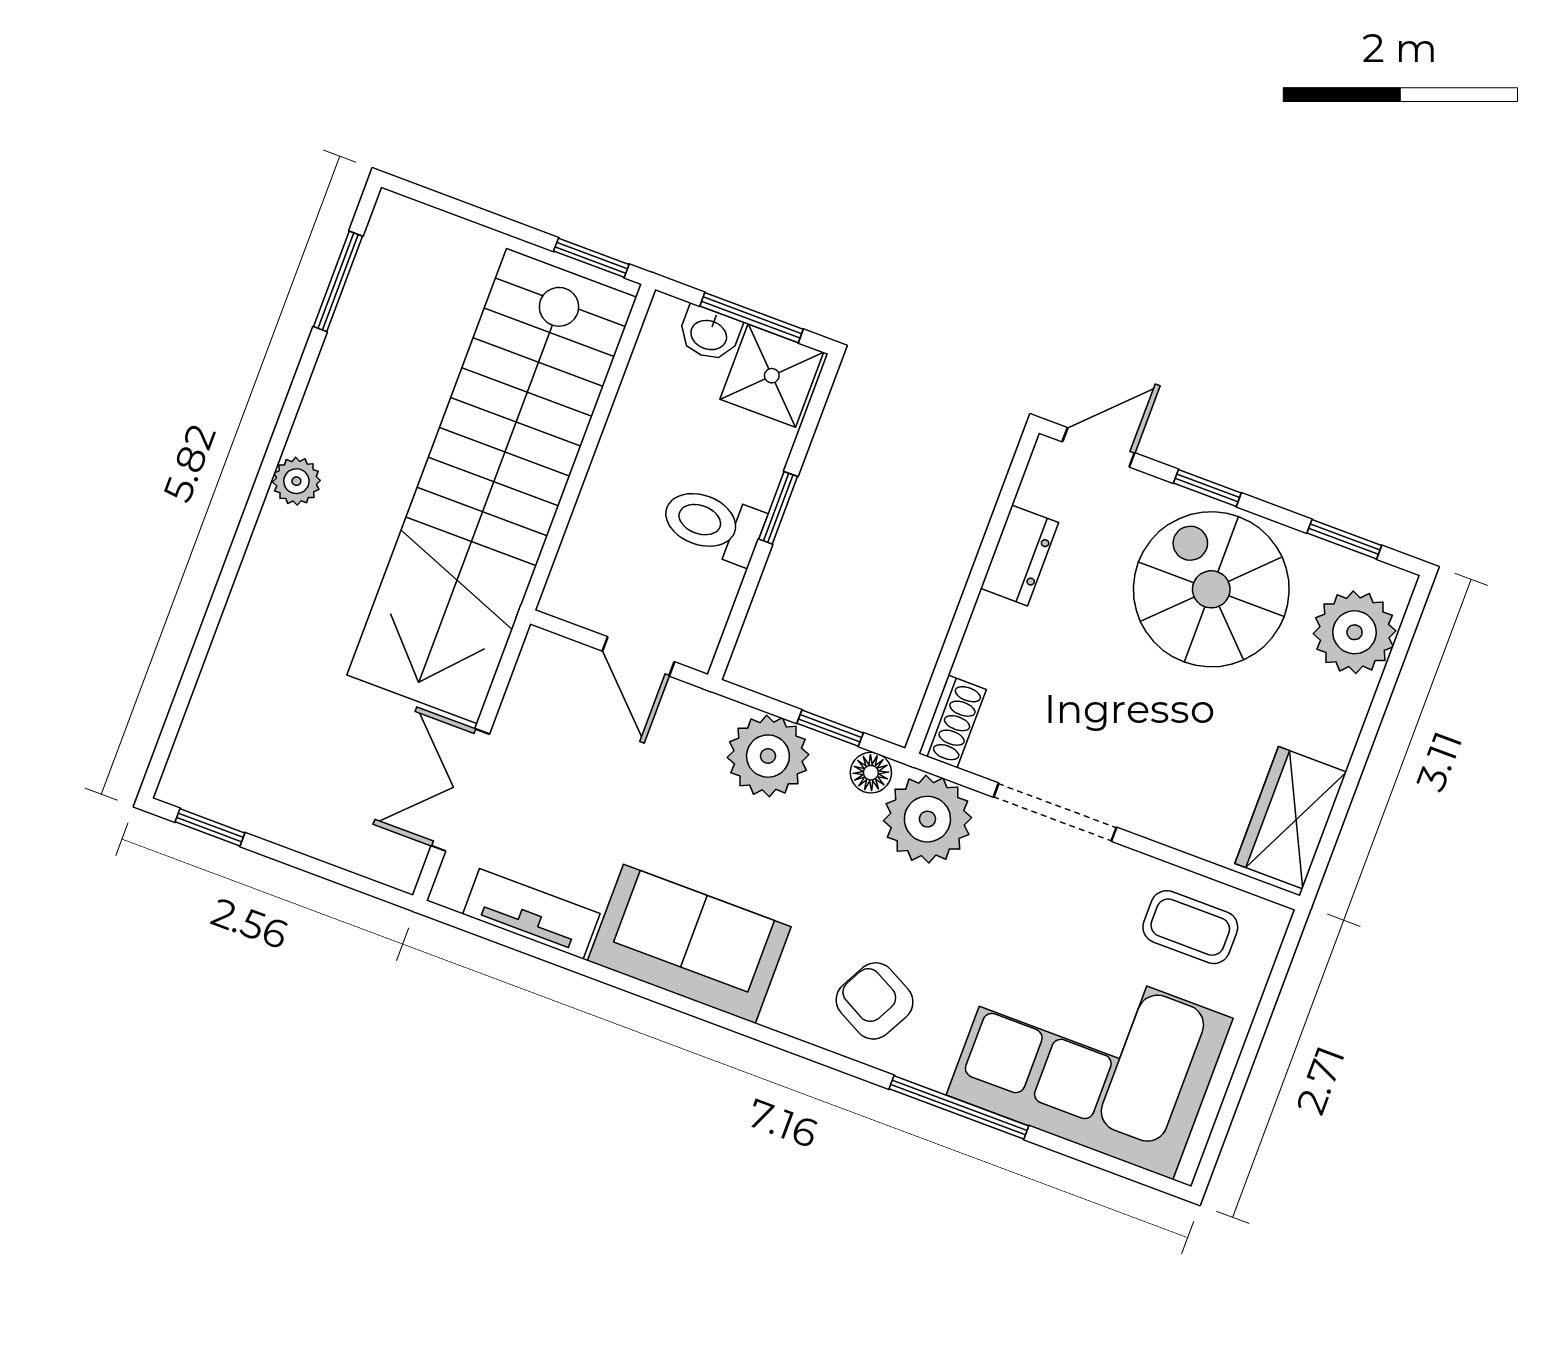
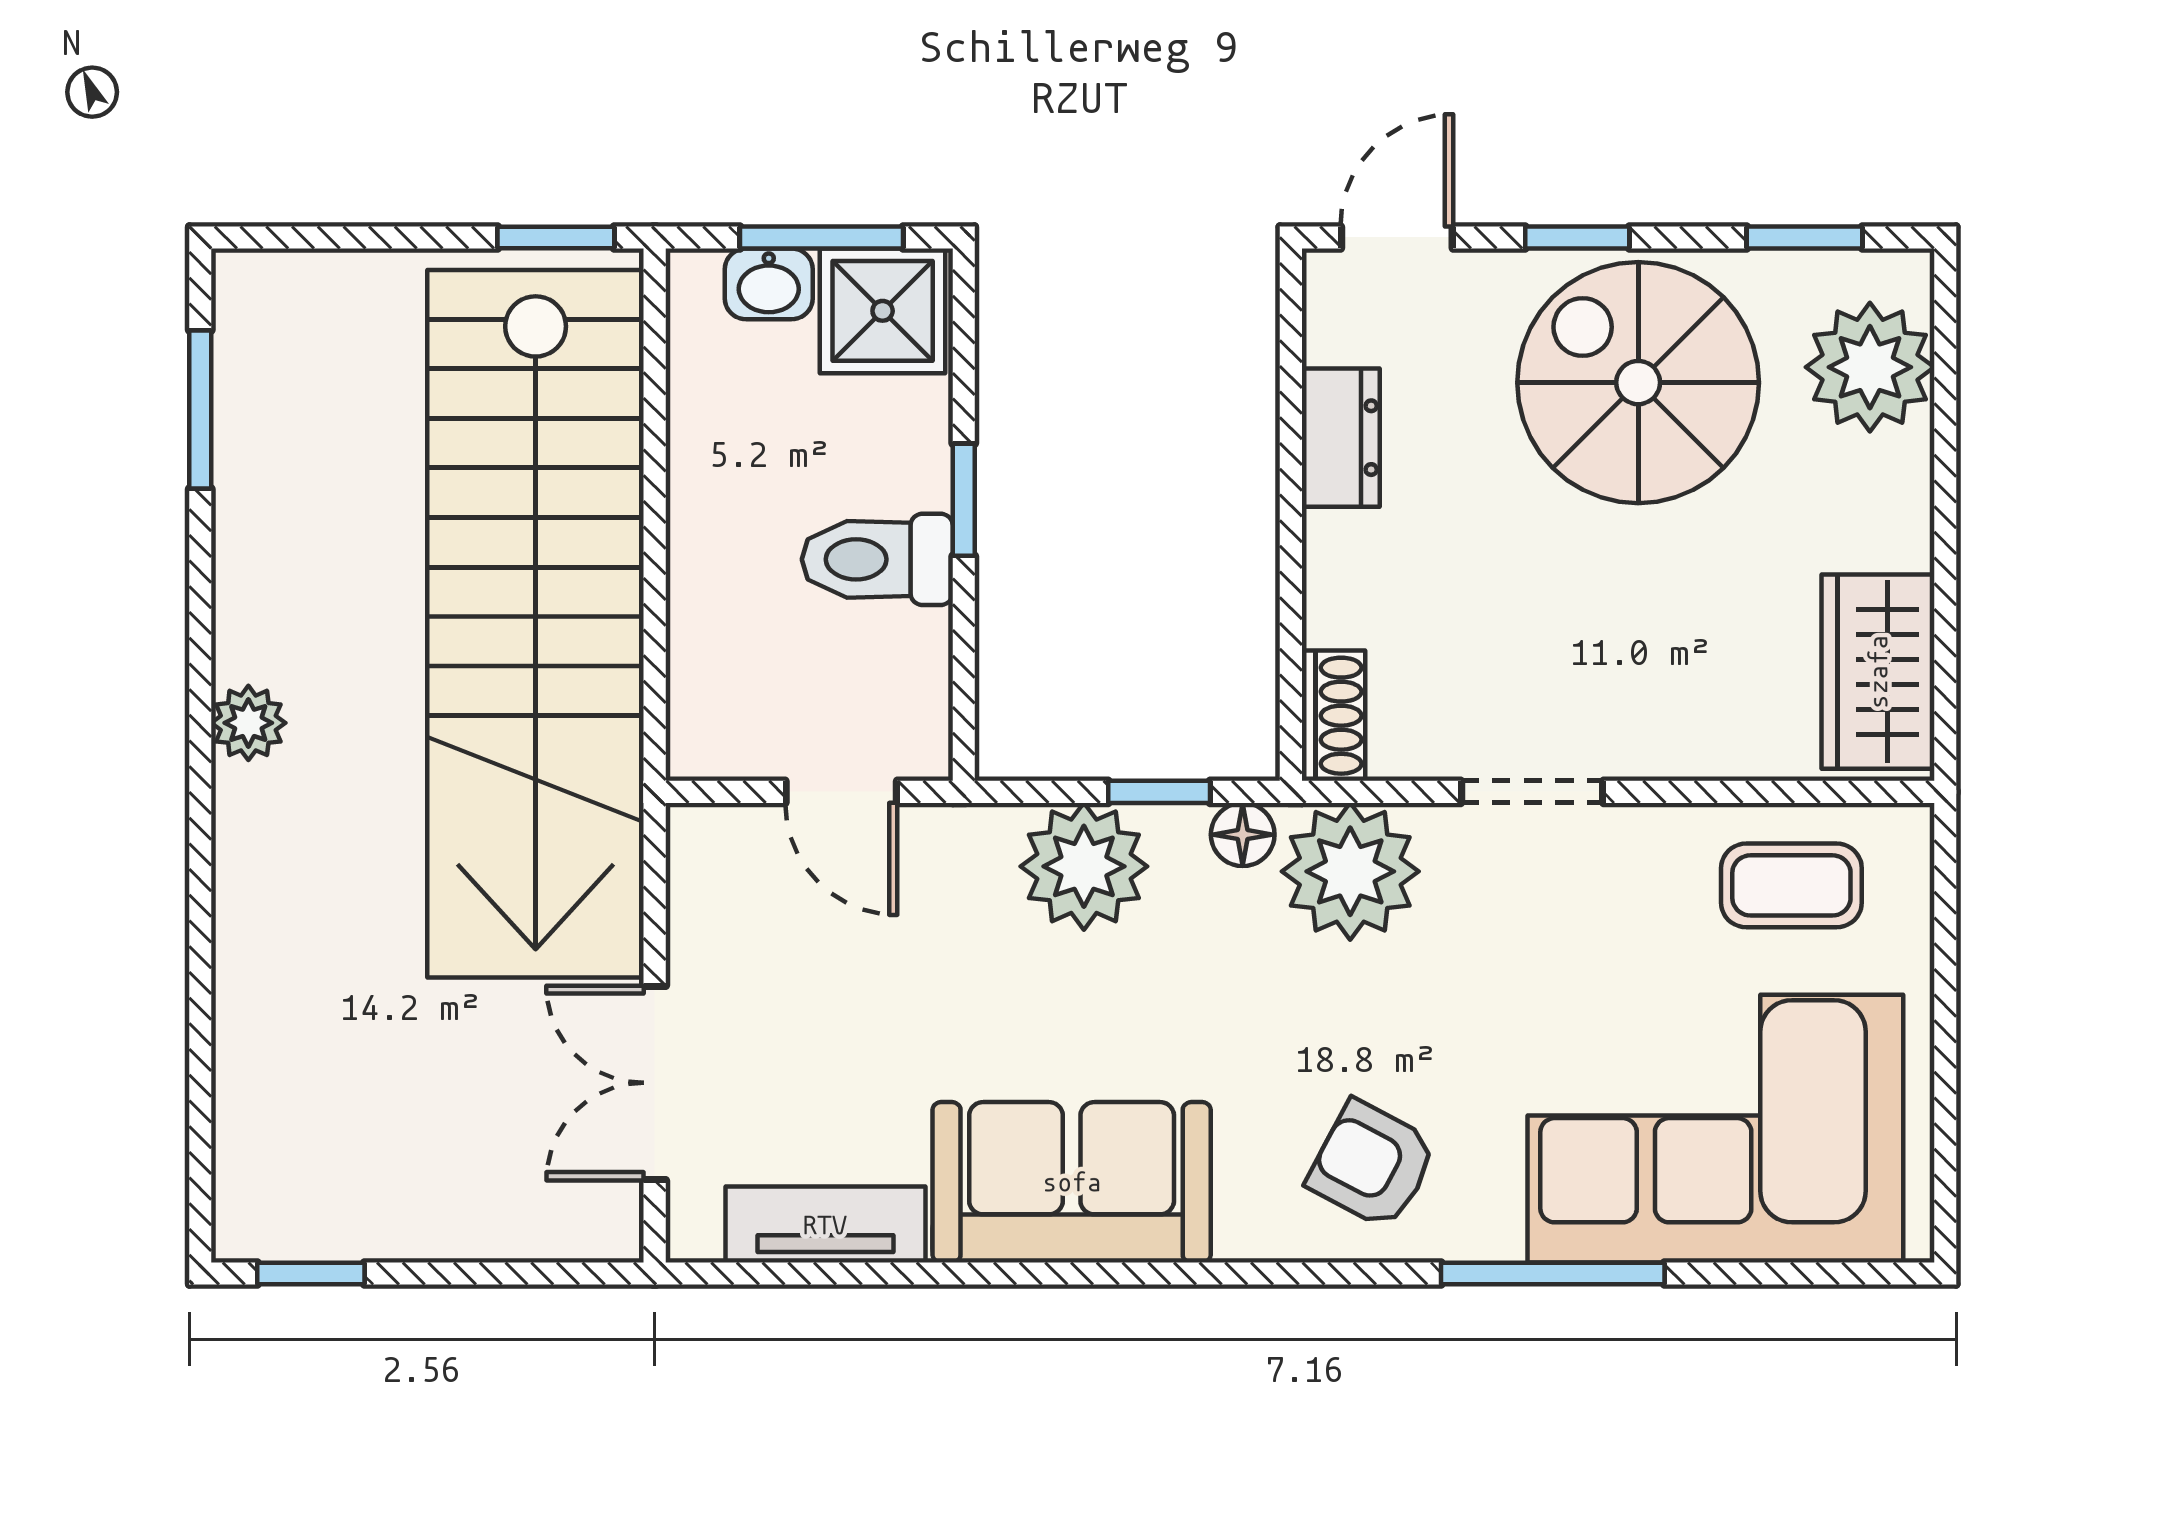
doorway: (1055, 812) -> (1532, 792), width x0.73

